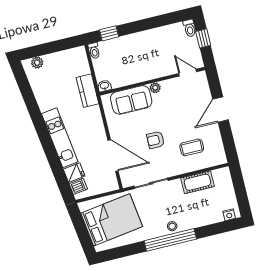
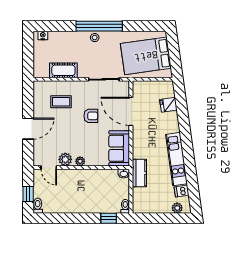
plant: (172, 86) -> (65, 159), added
sofa: (131, 100) -> (119, 148), moved, turned -90
kitchen unit: (60, 138) -> (176, 159), moved
dishwasher: (78, 186) -> (181, 191), moved

